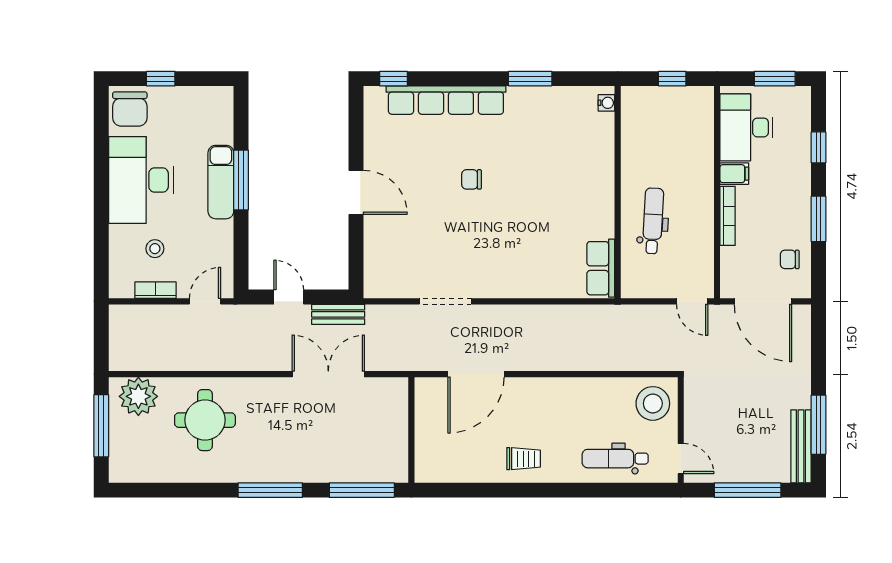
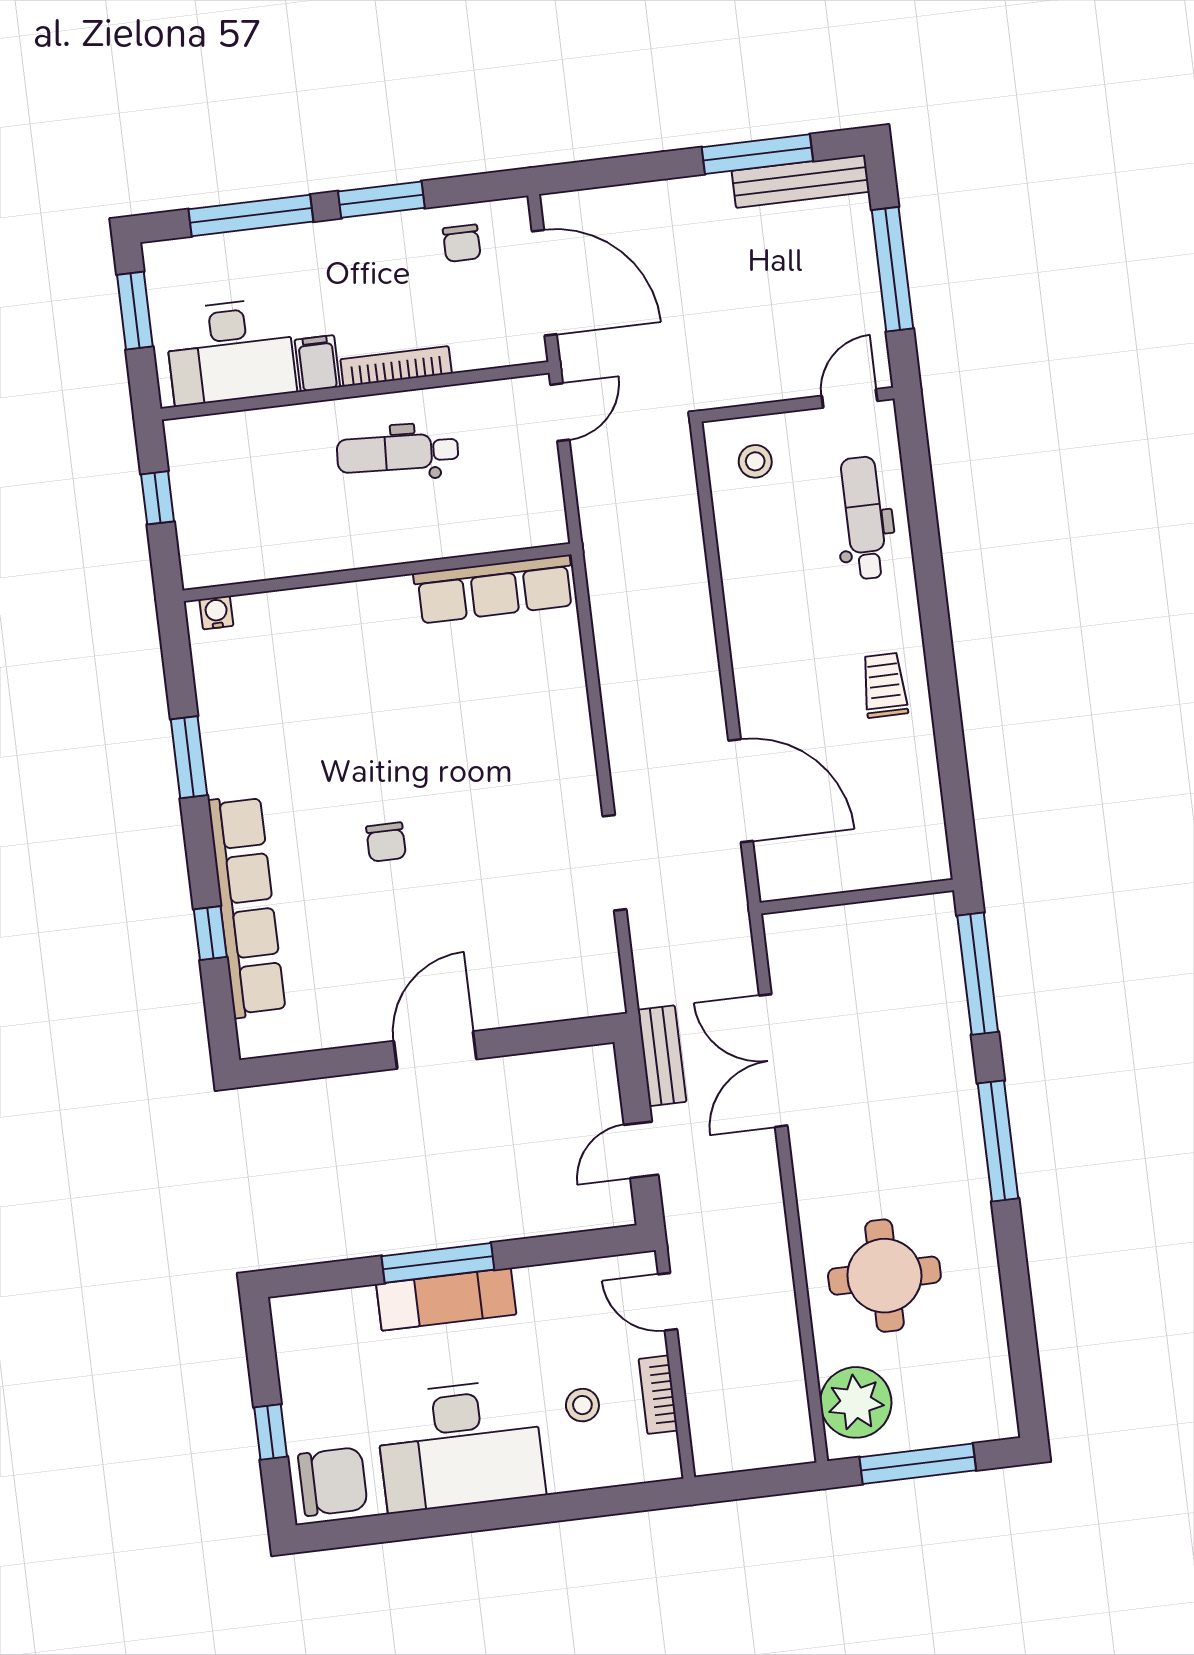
window: (393, 79) -> (210, 933), moved
window: (818, 147) -> (251, 215), width x2.17
dental chair: (653, 221) -> (398, 453), moved
row of seats: (601, 268) -> (494, 589), width x1.48
door: (763, 301) -> (544, 283), hinge flipped
stool: (653, 403) -> (755, 461), width x0.53, depth x0.53
dental chair: (615, 459) -> (864, 518), turned 180

